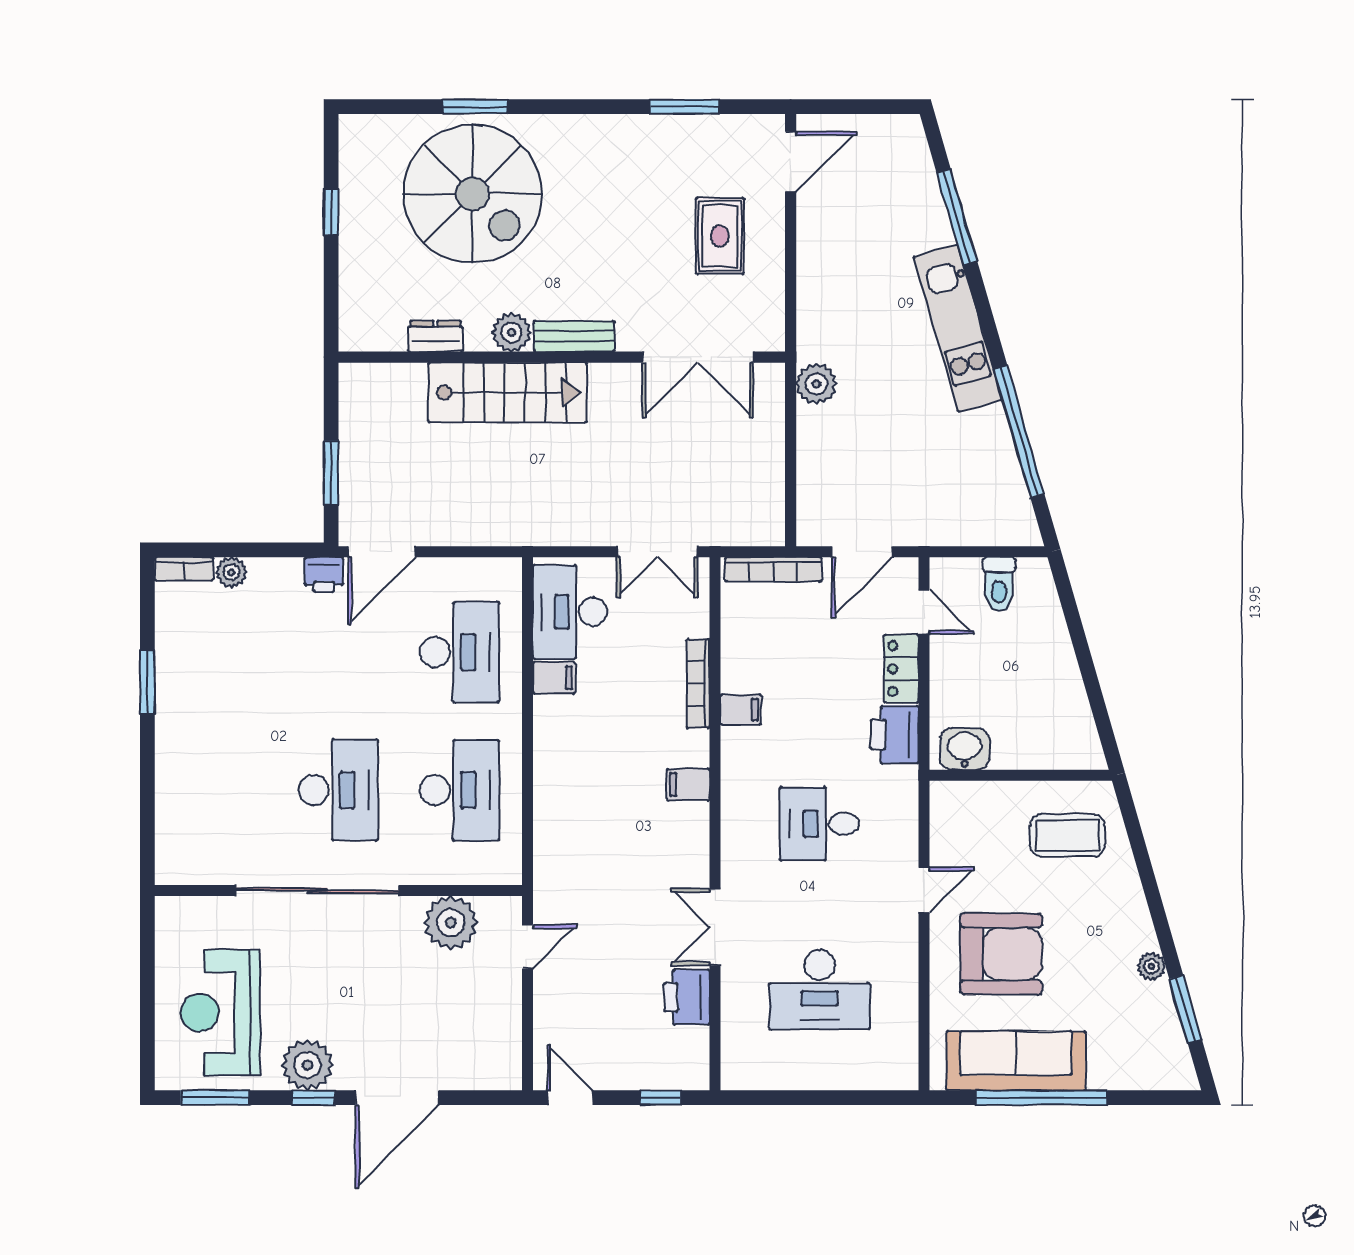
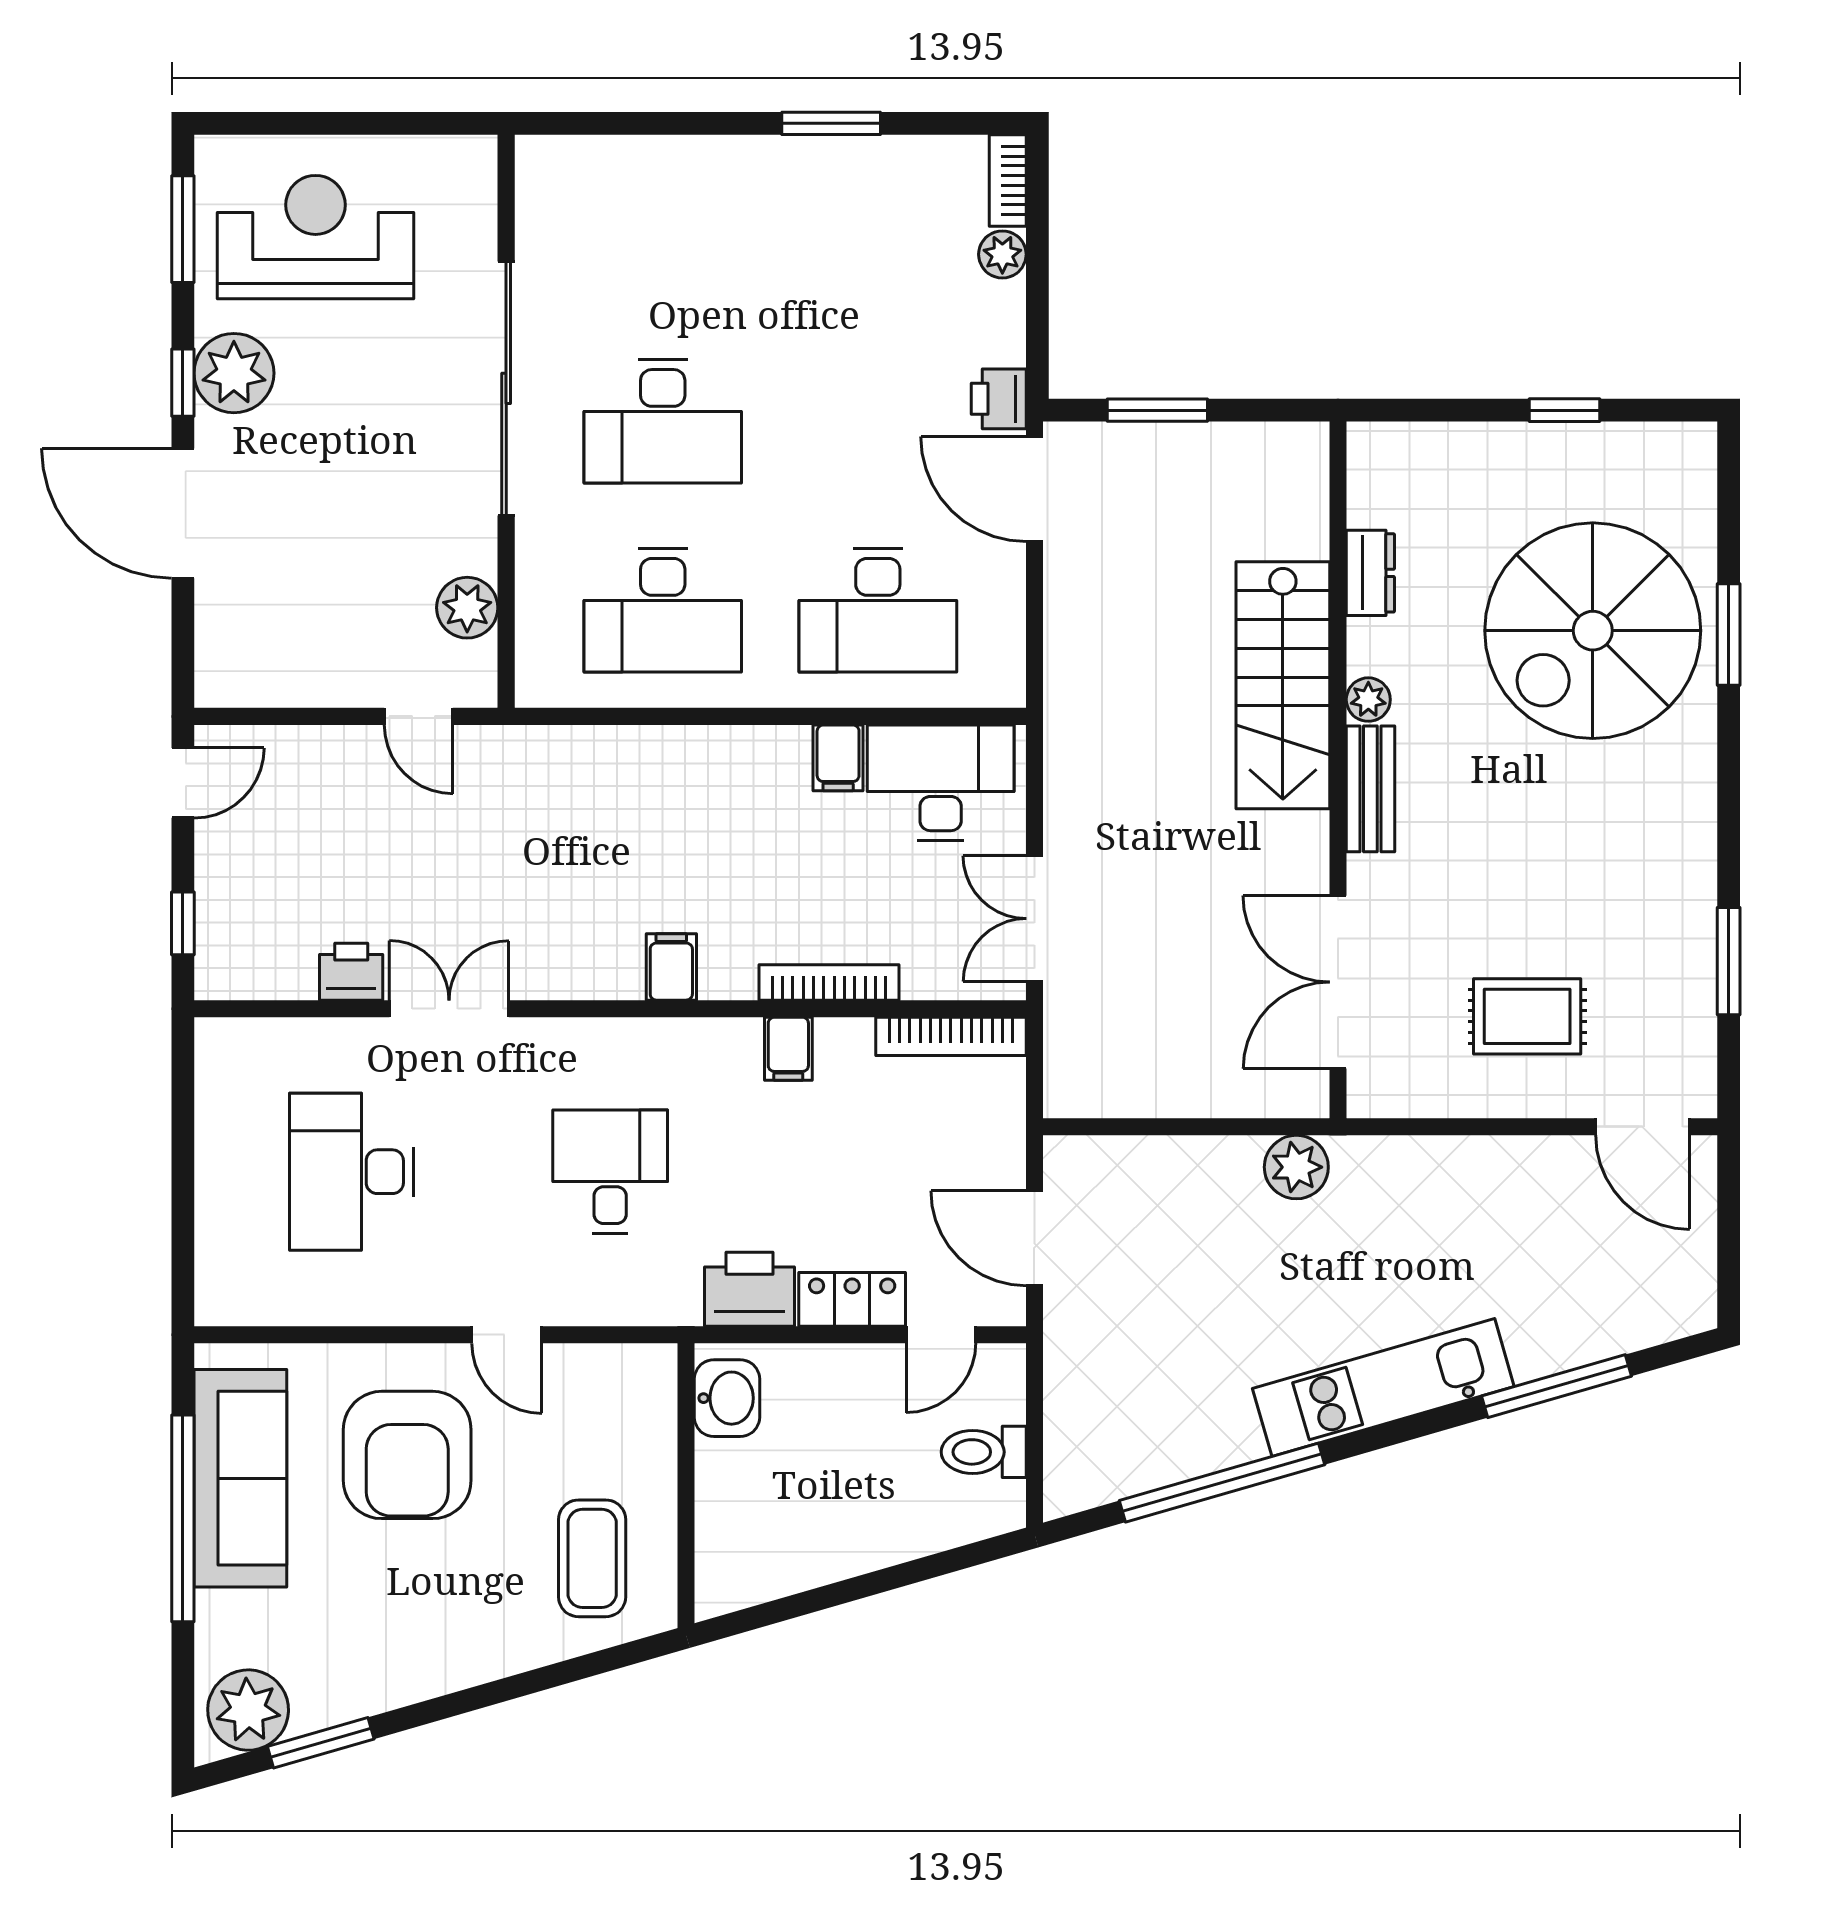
plant: (511, 332) -> (1368, 700), width x0.73, depth x0.73
bookcase: (773, 569) -> (951, 1036), moved, turned -90
plant: (451, 923) -> (467, 608), width x0.73, depth x0.73
plant: (1151, 966) -> (248, 1710), moved, width x1.88, depth x1.88
printer: (687, 997) -> (351, 972), width x0.73, depth x0.81

